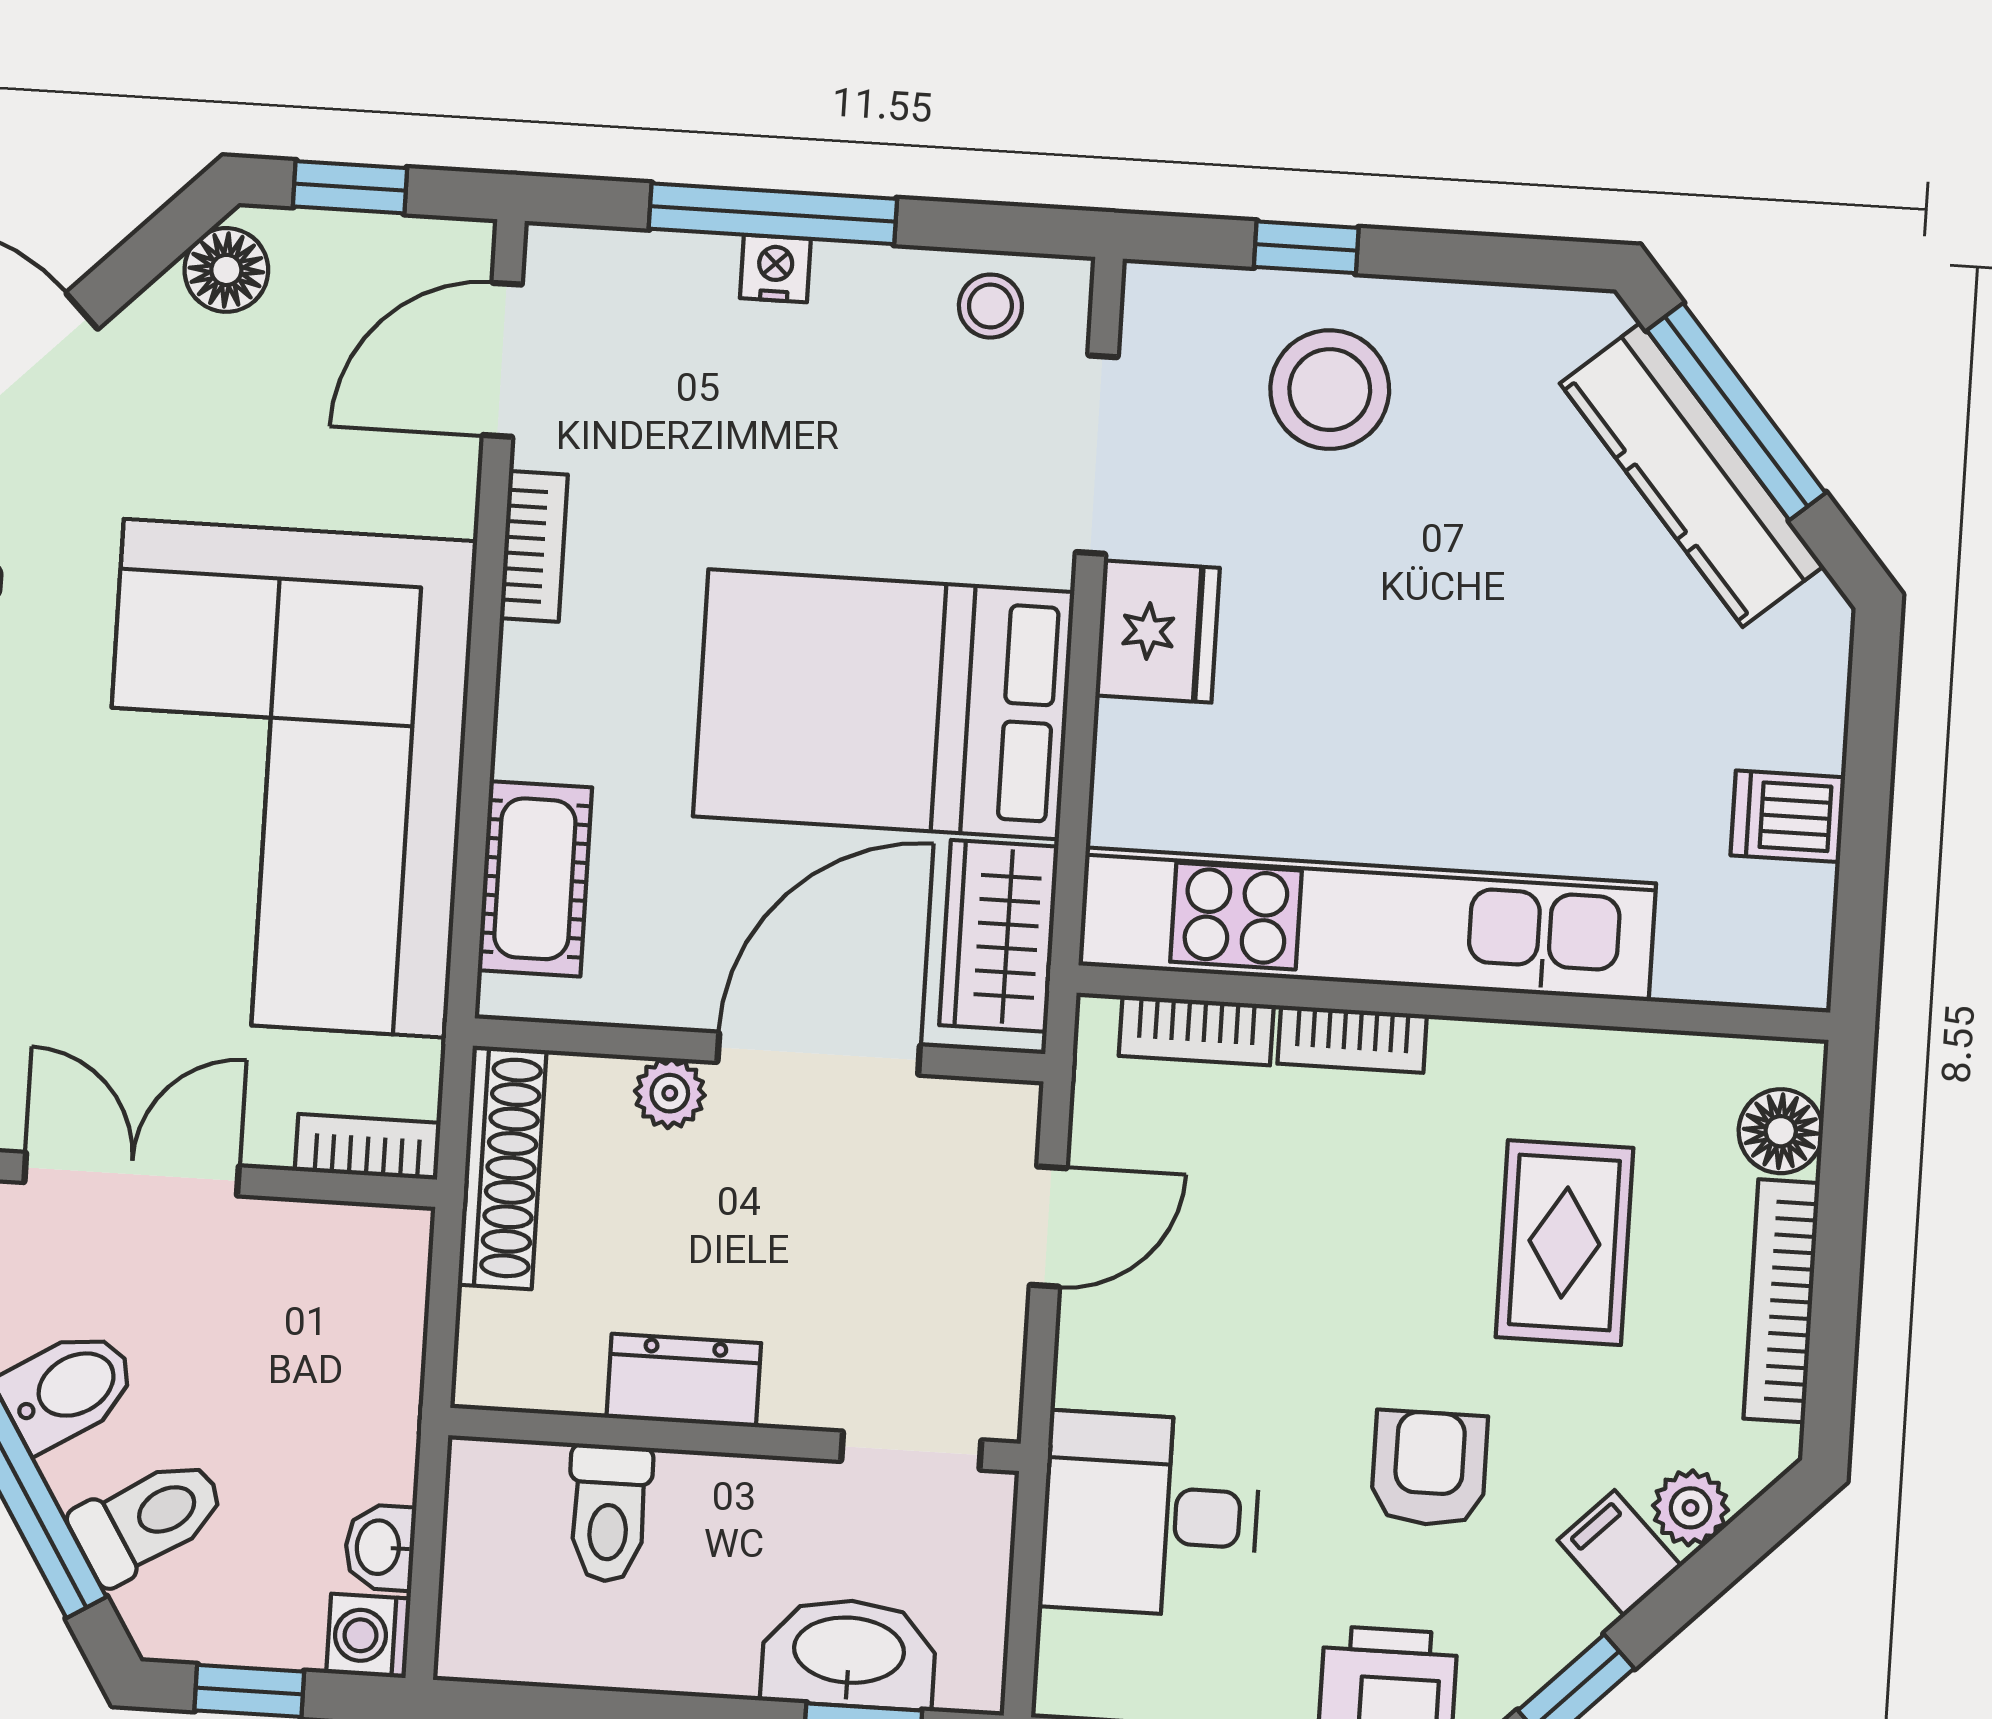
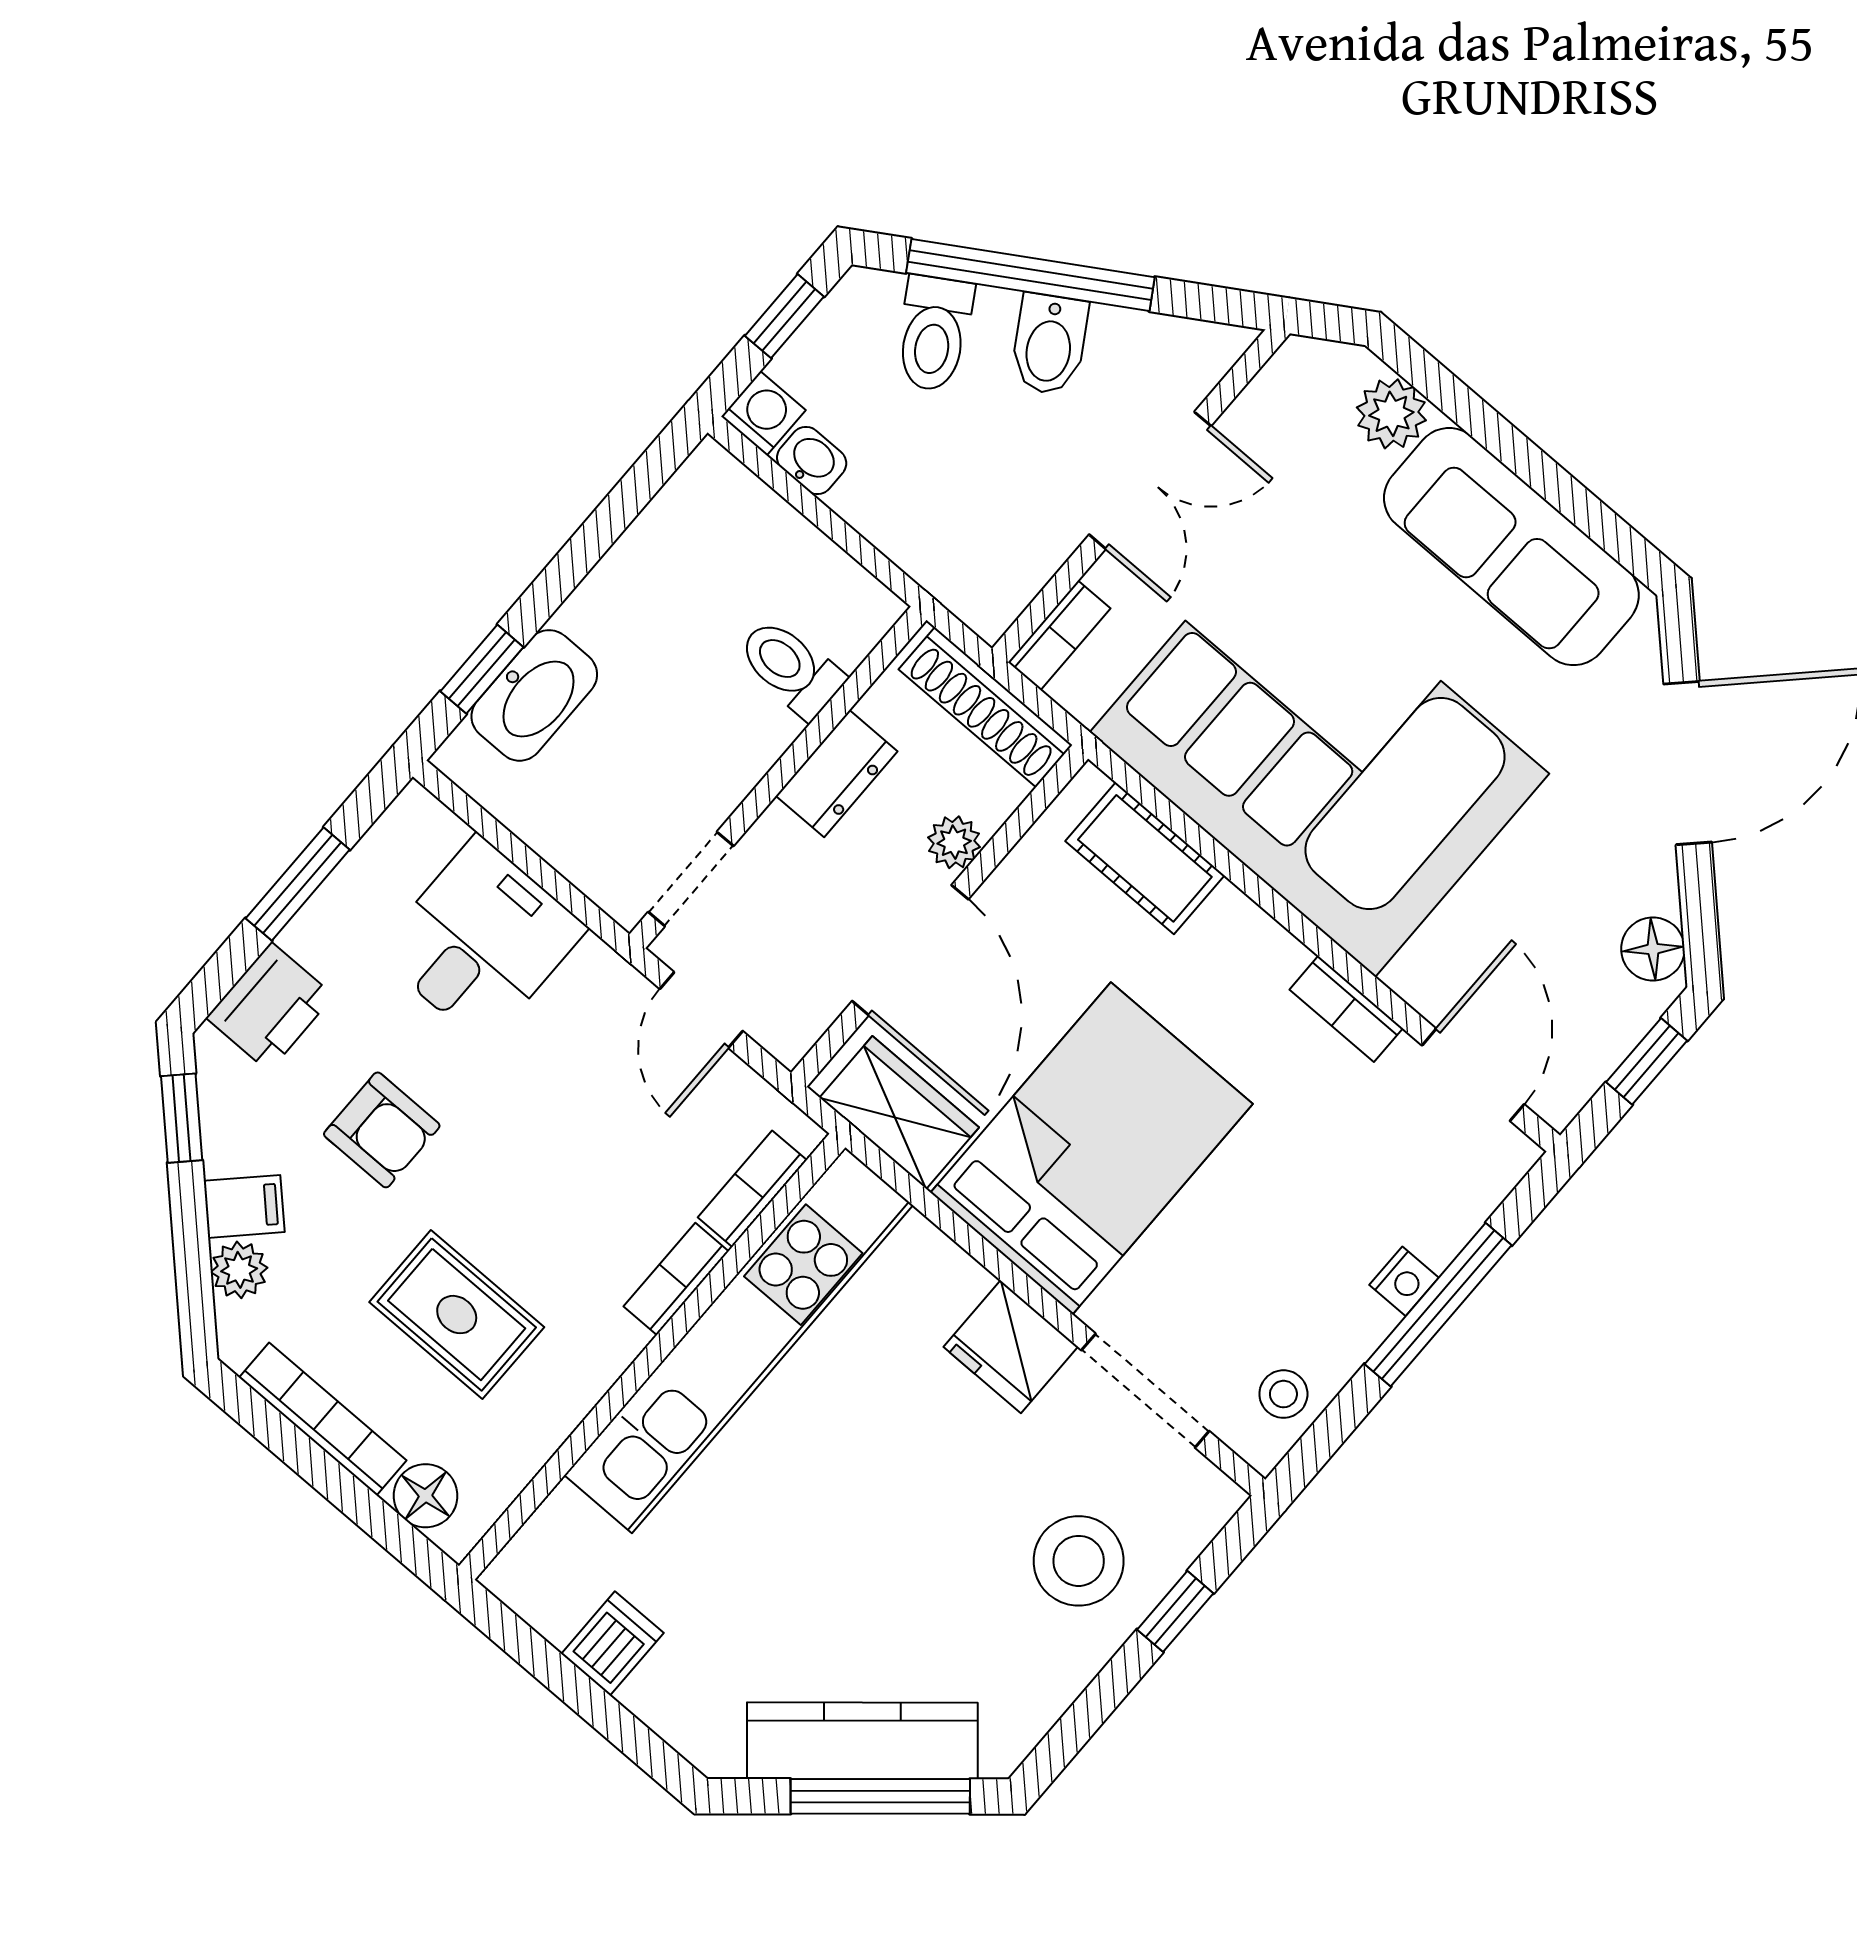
dresser: (684, 1380) -> (837, 774), moved
wall: (735, 1439) -> (778, 777), moved
doorway: (911, 1451) -> (691, 879), moved
toilet: (609, 1513) -> (791, 668), moved

